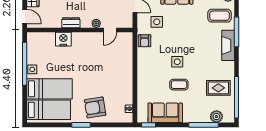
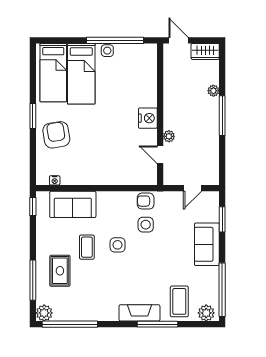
door: (25, 16) -> (178, 40), swing flipped
side table: (157, 22) -> (146, 225), moved
dresser: (71, 23) -> (170, 102), removed
nightstand: (63, 39) -> (148, 118), moved
rug: (218, 88) -> (60, 271), moved
sofa: (165, 113) -> (73, 204), moved, turned 90
plant: (216, 117) -> (44, 313), moved

